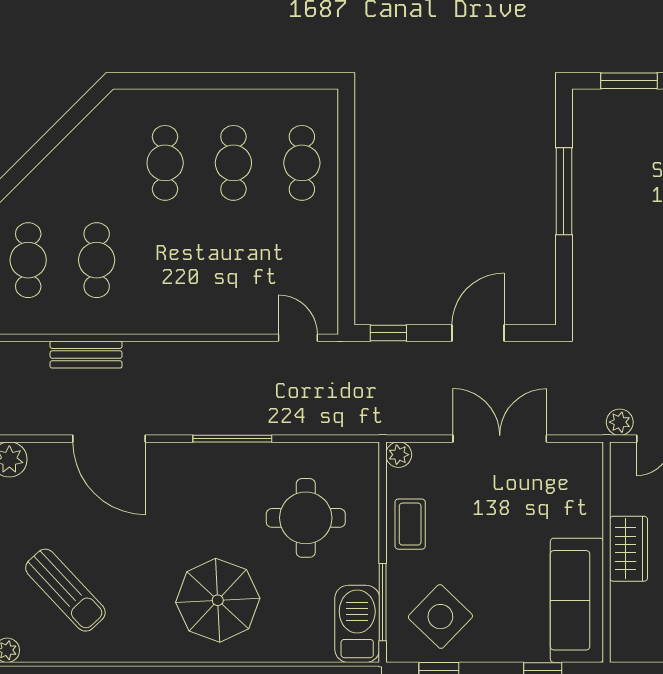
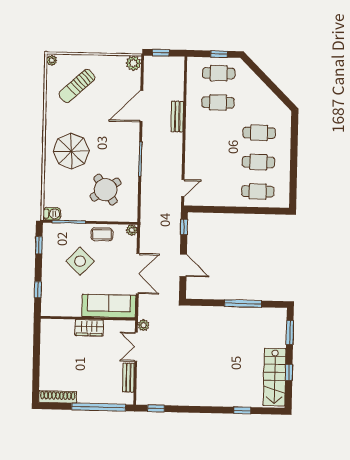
bench: (86, 355) -> (177, 116), moved
round table: (306, 518) -> (106, 190), turned -34
sofa: (577, 600) -> (109, 306), moved
side table: (440, 617) -> (80, 261), moved
barbecue: (357, 624) -> (52, 214), width x0.53, depth x0.65

